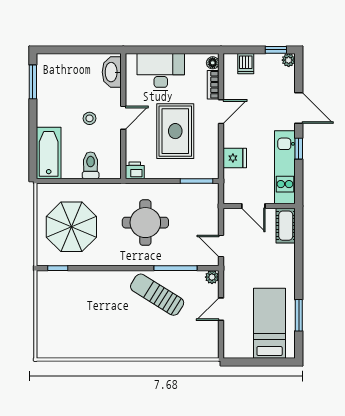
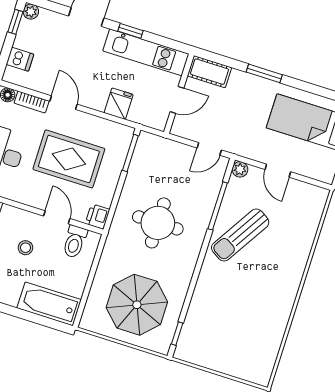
door: (123, 118) -> (57, 217), moved
toilet: (91, 165) -> (75, 242), moved, turned -90
window: (299, 315) -> (264, 73), moved

